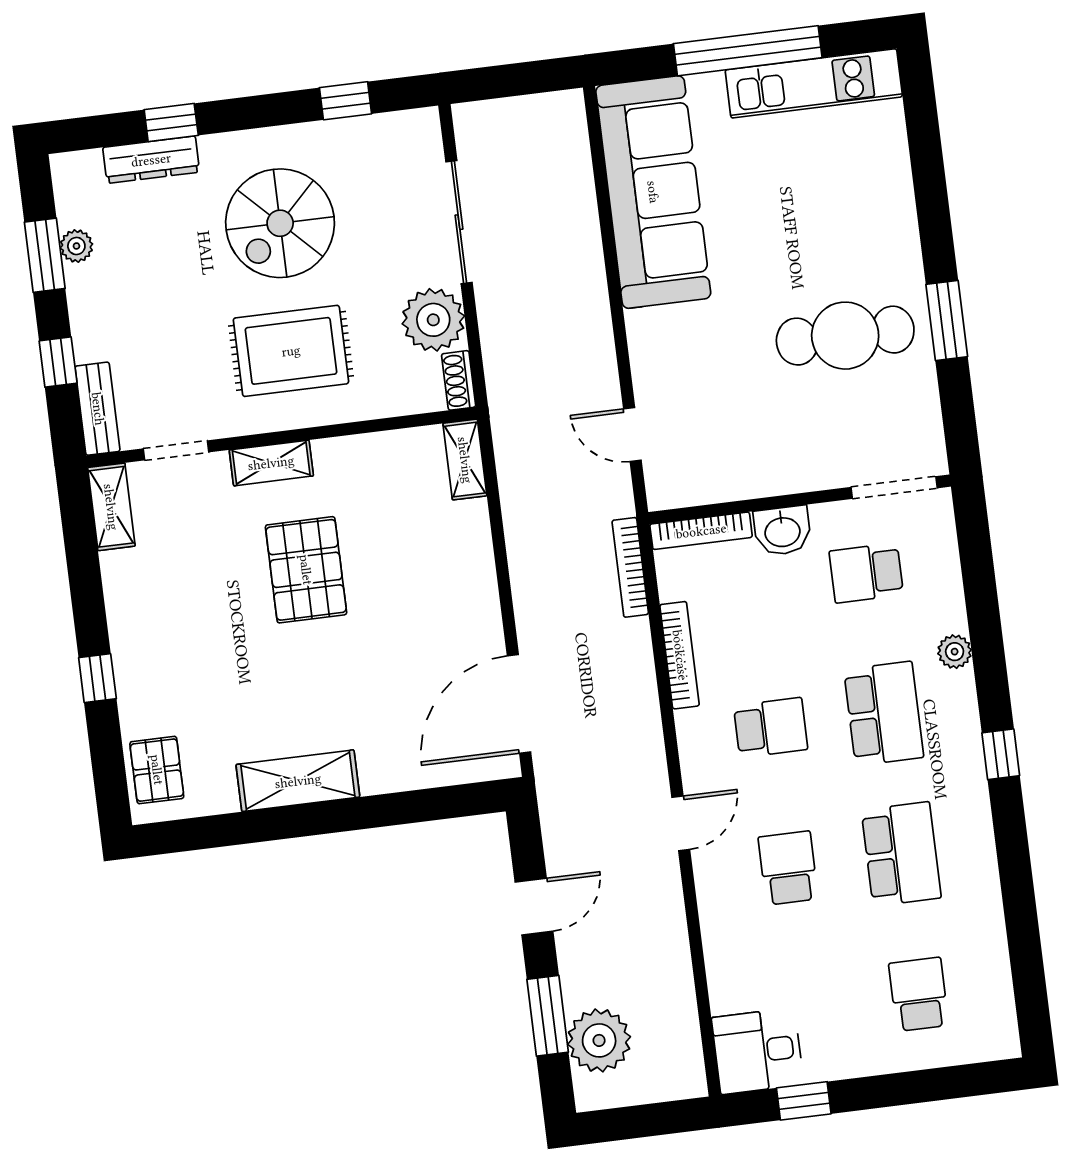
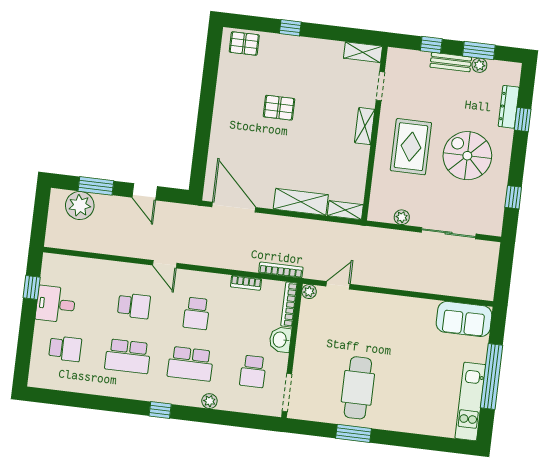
sofa: (653, 192) -> (464, 319), width x0.54, depth x0.79
plant: (433, 320) -> (402, 217), width x0.53, depth x0.53
shoe rack: (459, 380) -> (380, 216), removed
bench: (98, 409) -> (451, 62), moved
plant: (662, 494) -> (309, 292), added
pallet: (306, 570) -> (279, 108), moved, width x0.67, depth x0.71
school desk: (866, 573) -> (253, 371), turned 180
bookcase: (680, 655) -> (246, 283), width x0.64
shelving: (298, 781) -> (301, 202), moved, turned 90
desk: (758, 1051) -> (56, 304), moved, turned -90

